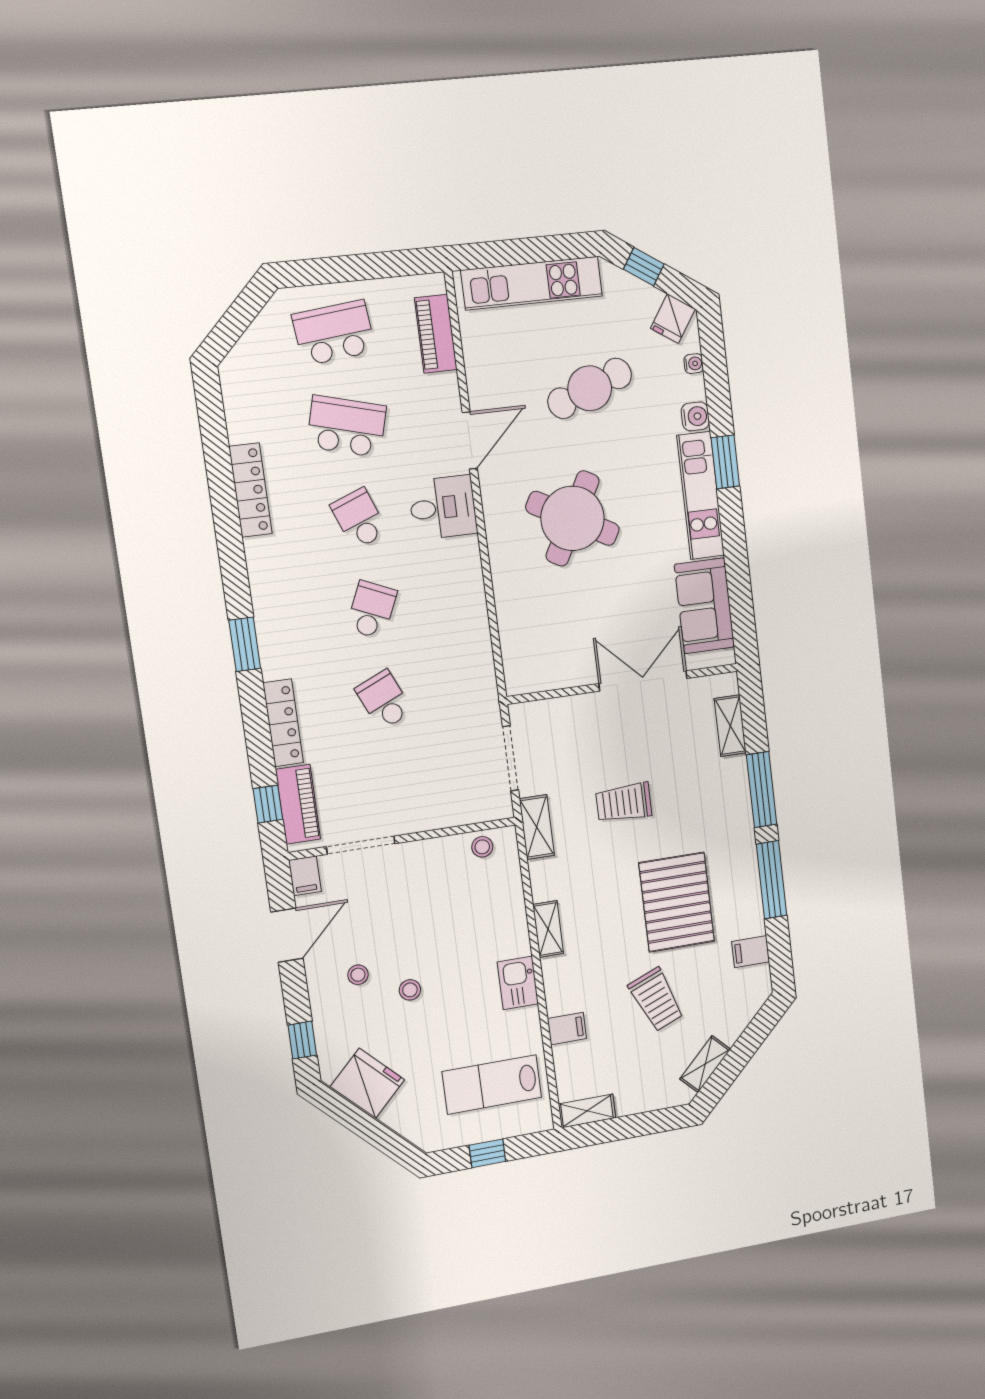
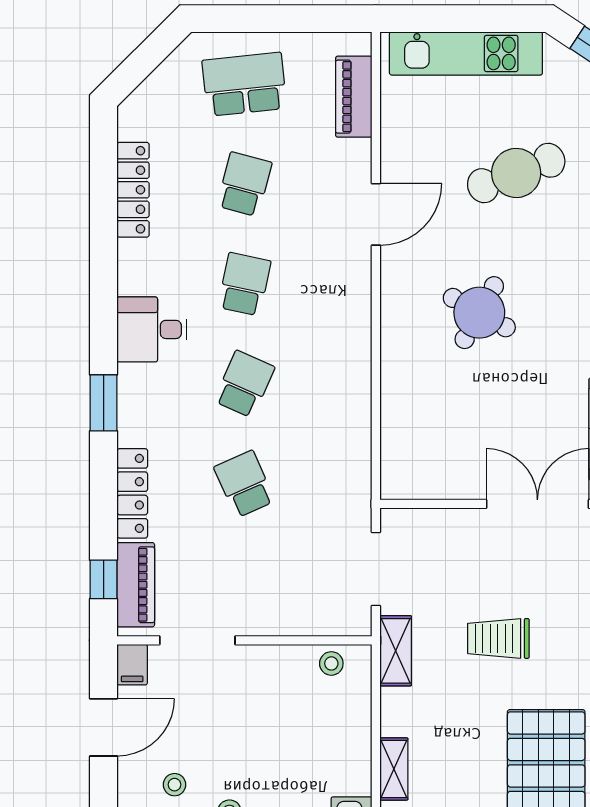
school desk: (347, 426) -> (244, 184), width x0.54
locker: (250, 490) -> (133, 190), moved
desk: (443, 507) -> (152, 329), moved, turned 180
round table: (573, 518) -> (479, 313), width x0.73, depth x0.73
school desk: (359, 519) -> (244, 284), turned 33

